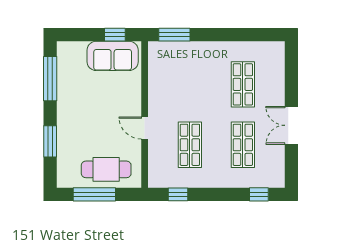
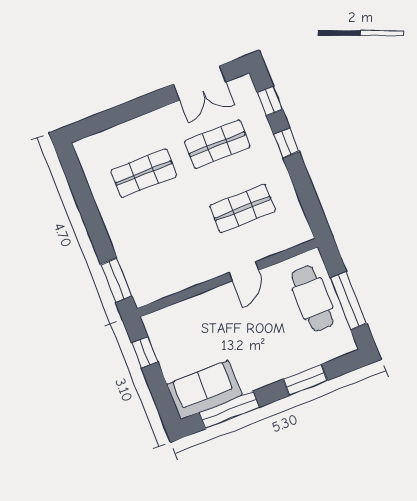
sofa: (113, 56) -> (204, 390), moved, turned -90
double door: (291, 125) -> (199, 83), moved
window: (178, 194) -> (286, 143), moved

